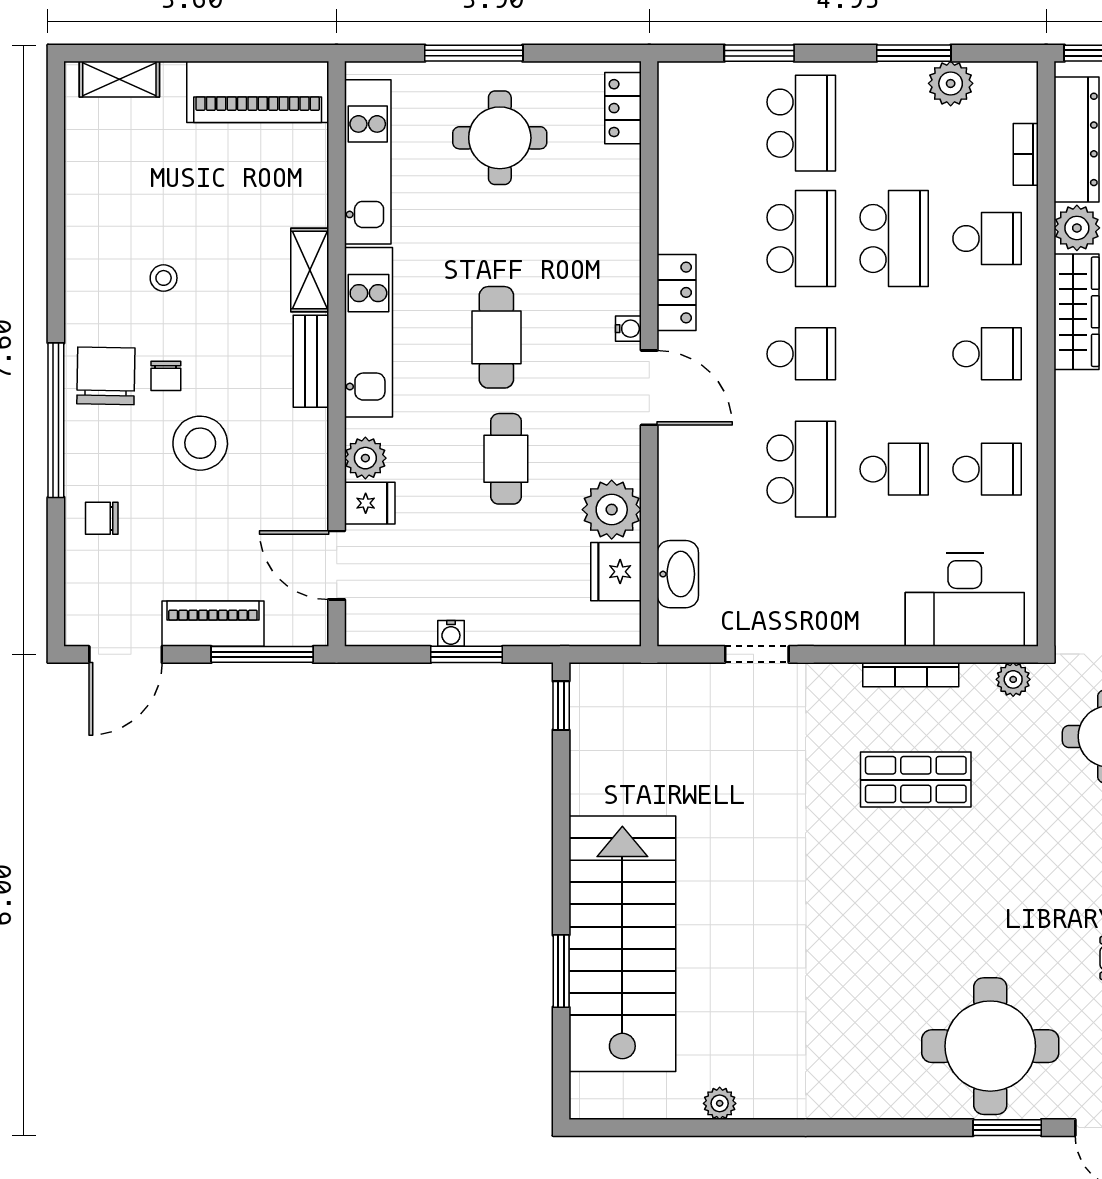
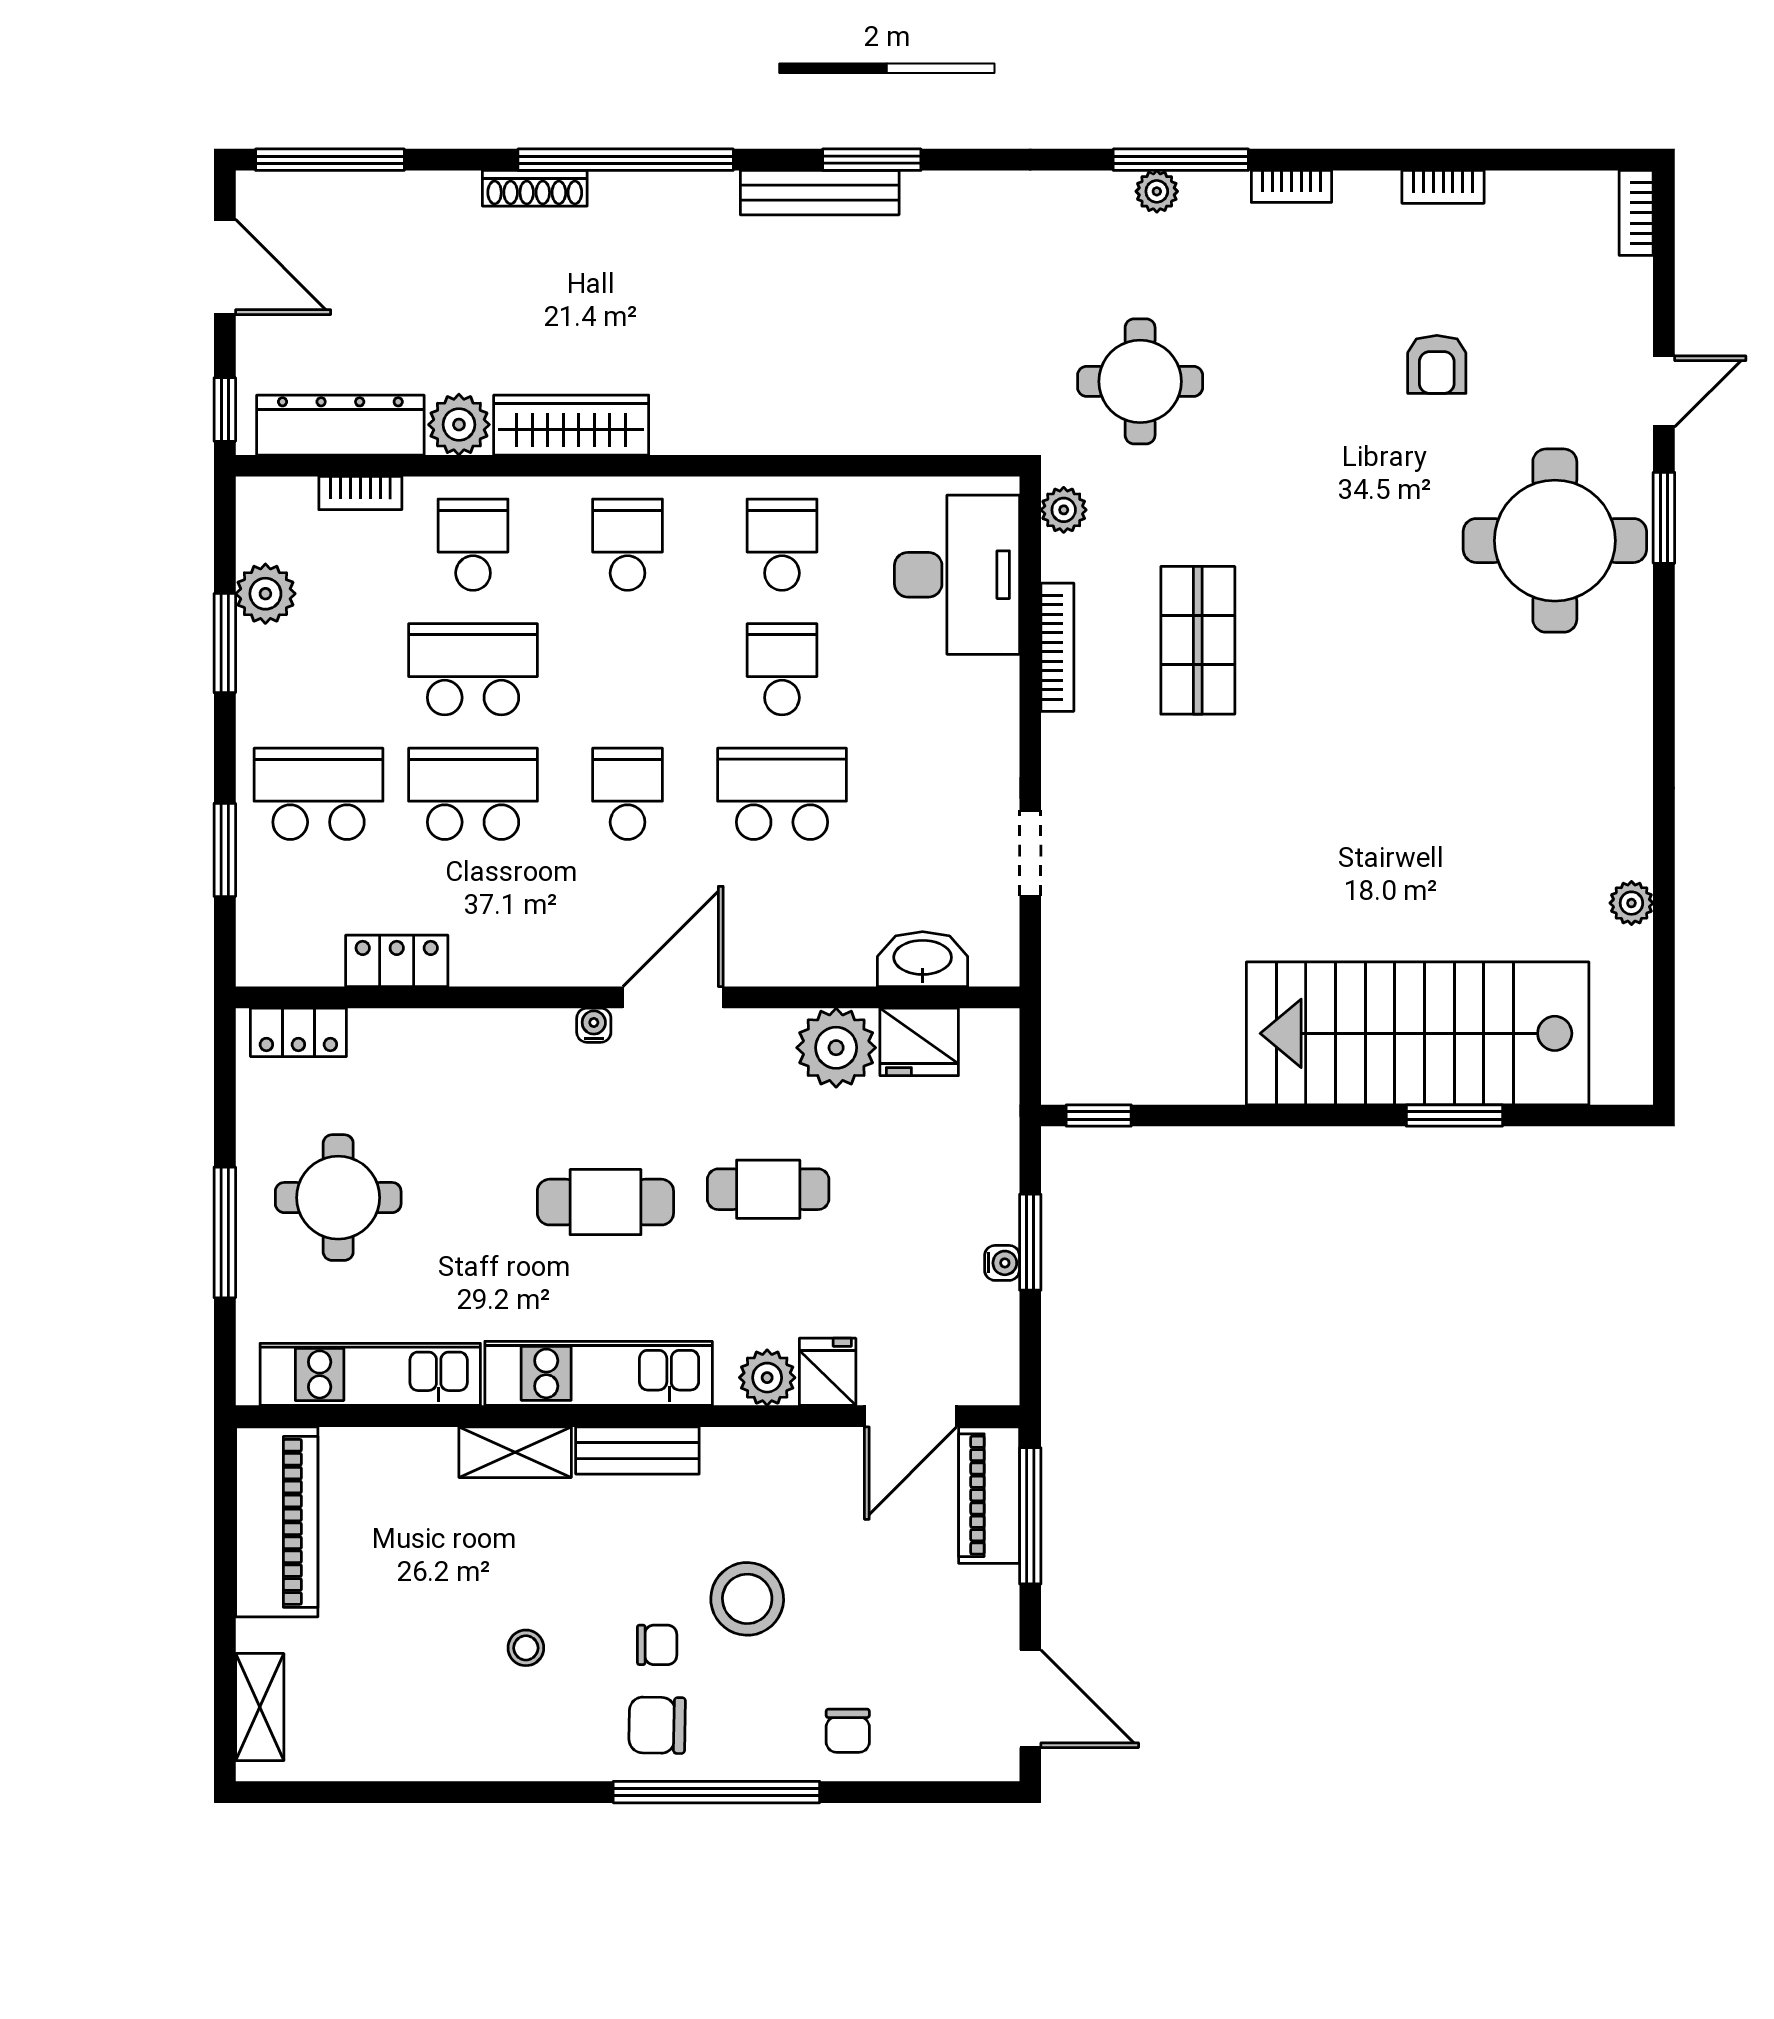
locker: (677, 292) -> (397, 961), moved
chair: (106, 376) -> (657, 1725), width x0.73, depth x0.73
piano: (213, 624) -> (989, 1495), moved

